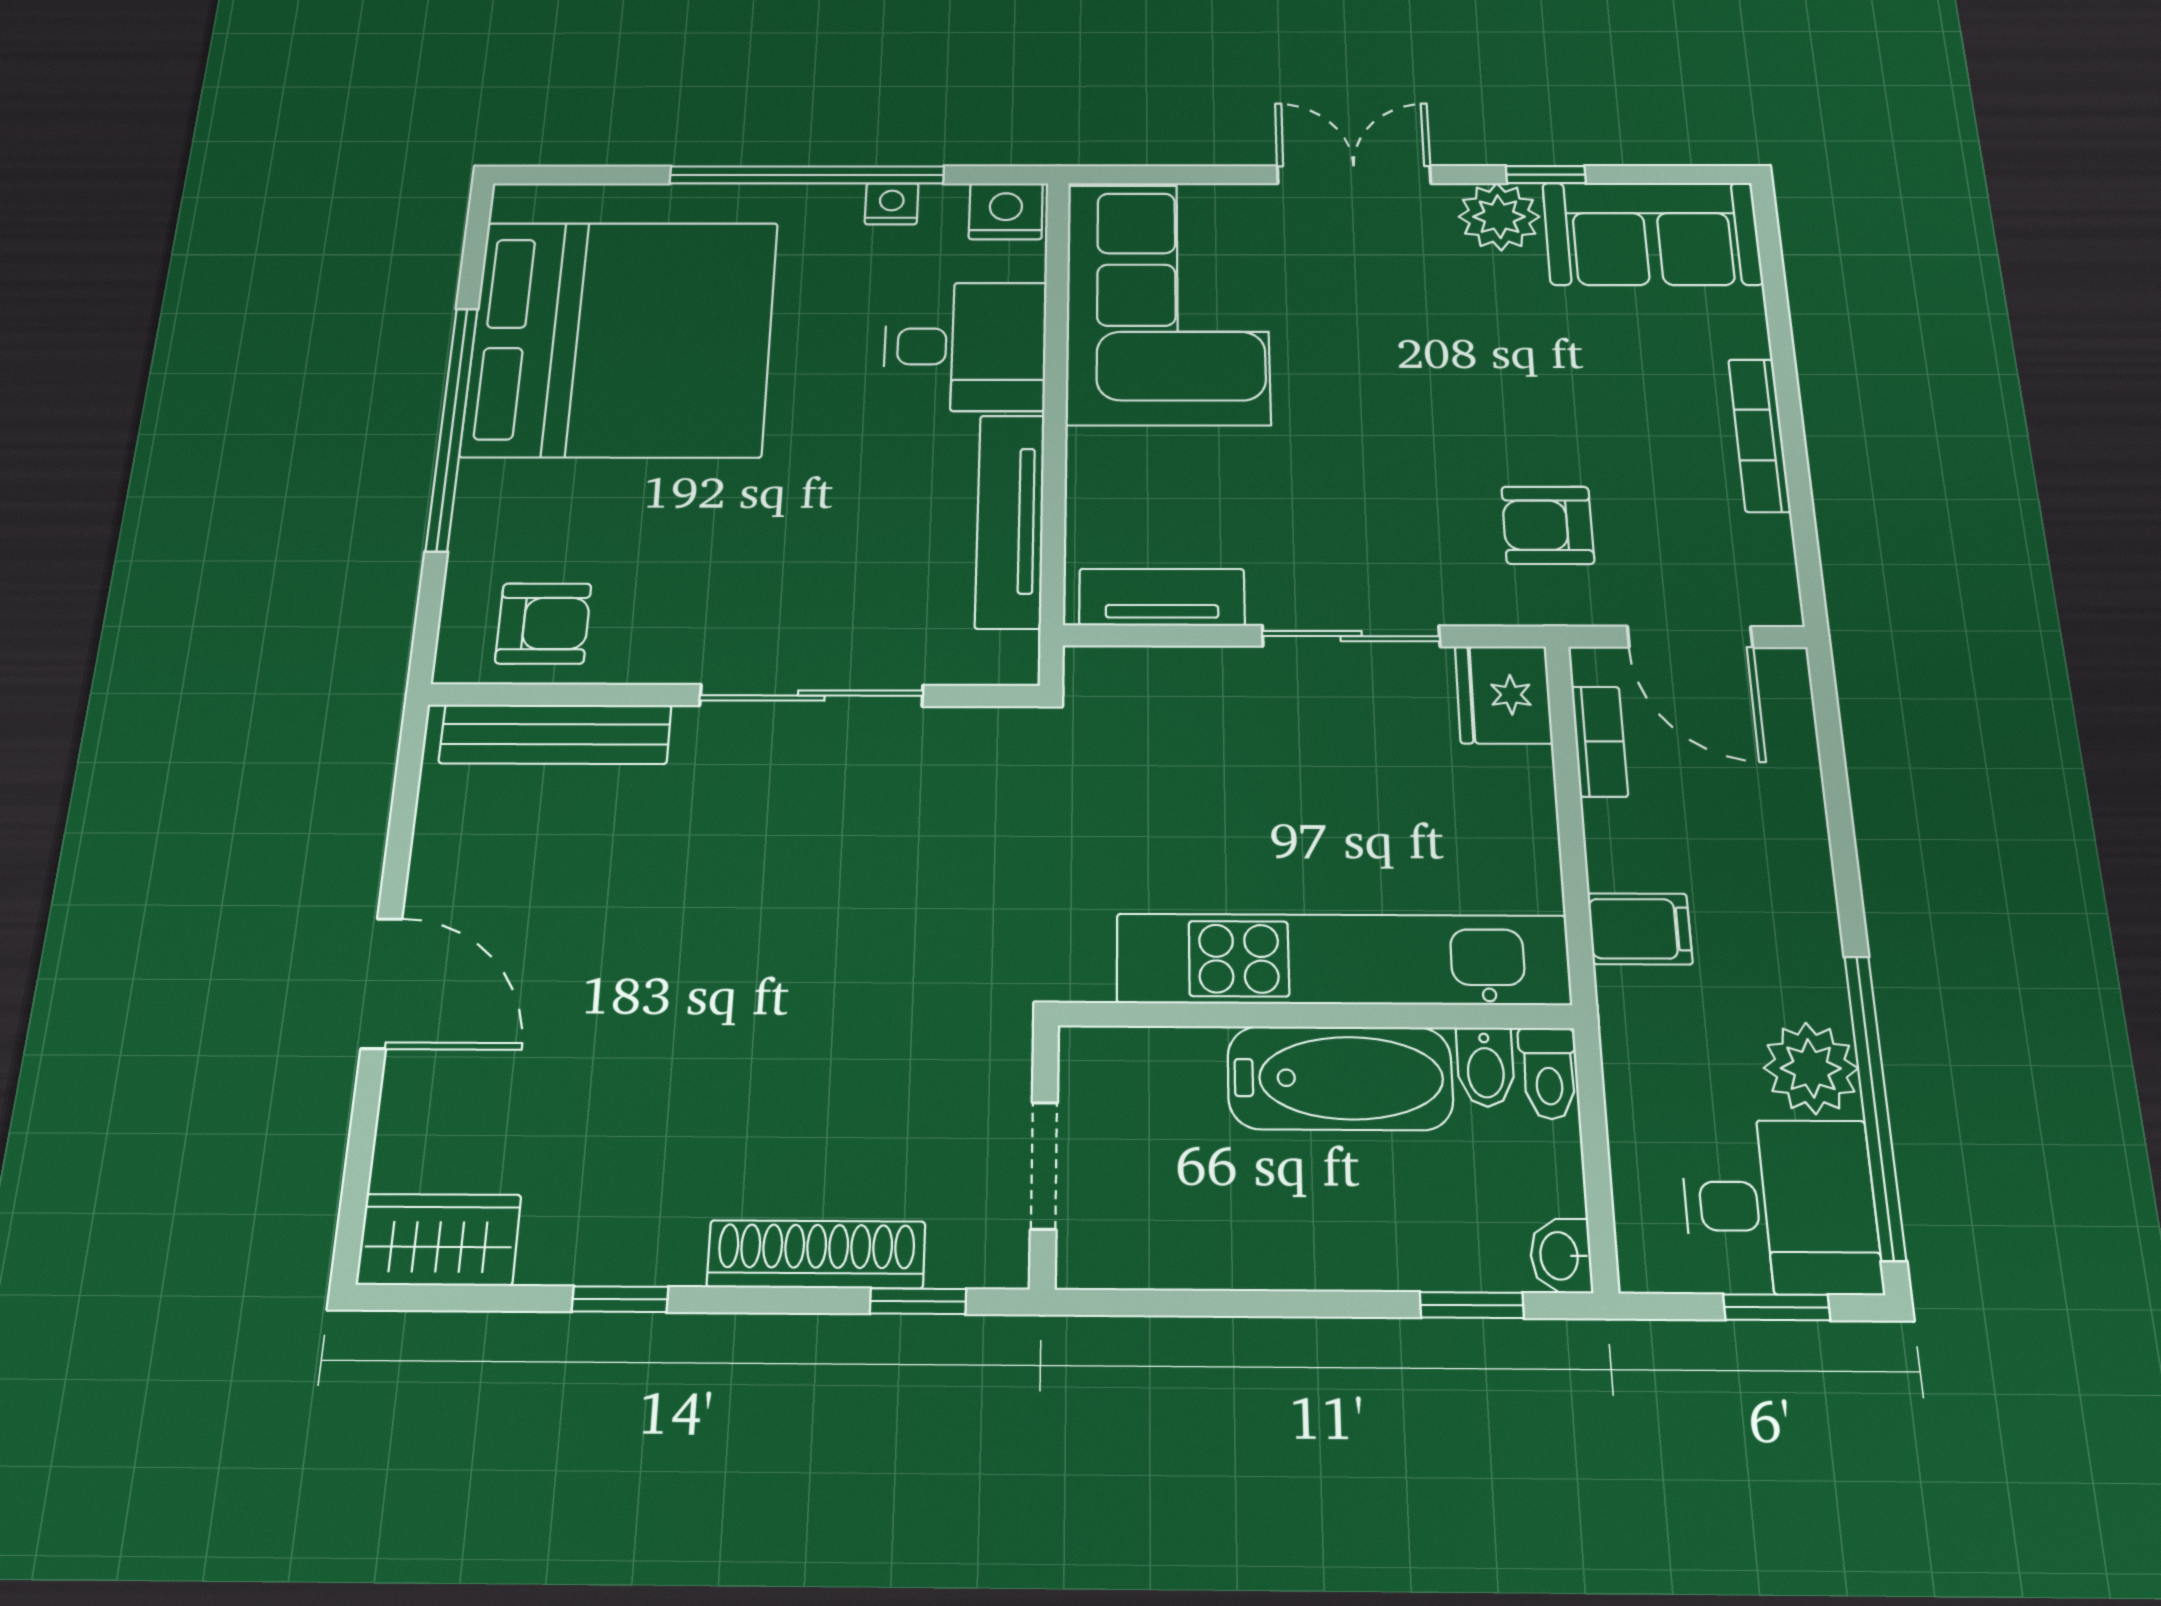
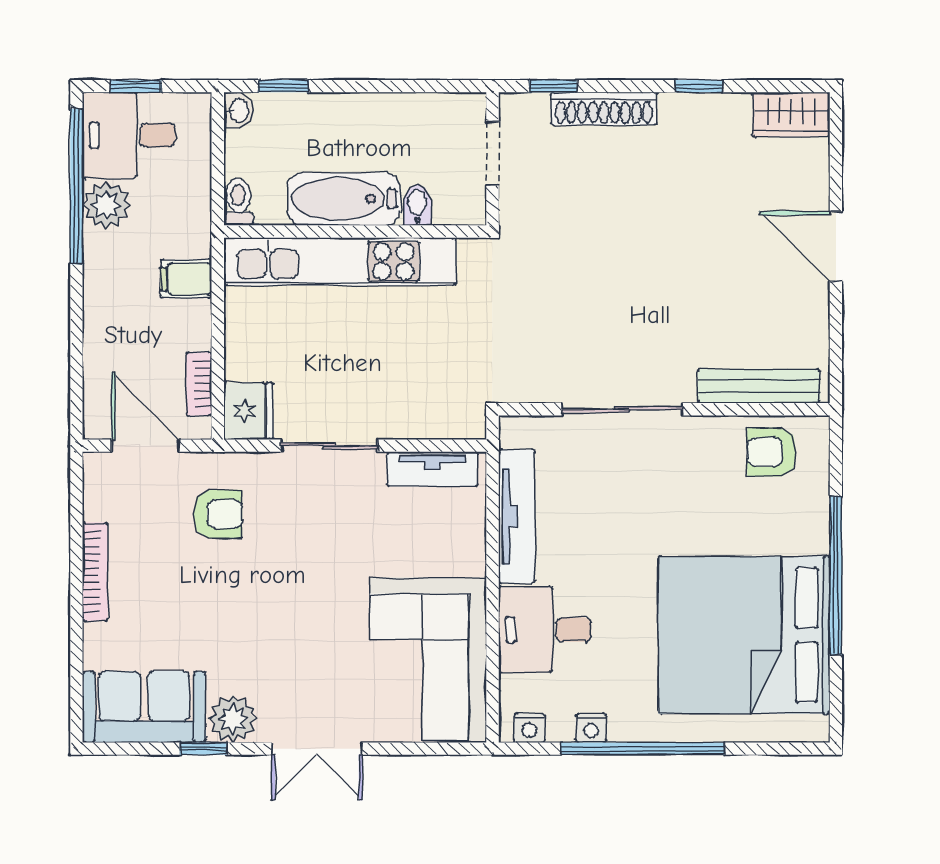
nightstand: (1006, 211) -> (529, 728), width x0.72, depth x0.74
bidet: (1485, 1067) -> (417, 205), moved

